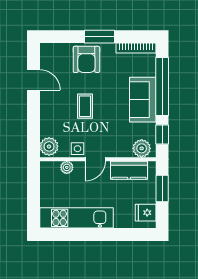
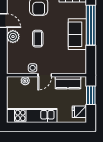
window: (162, 134) -> (91, 58), removed
plant: (49, 146) -> (13, 37), moved
plant: (142, 148) -> (77, 68), removed

